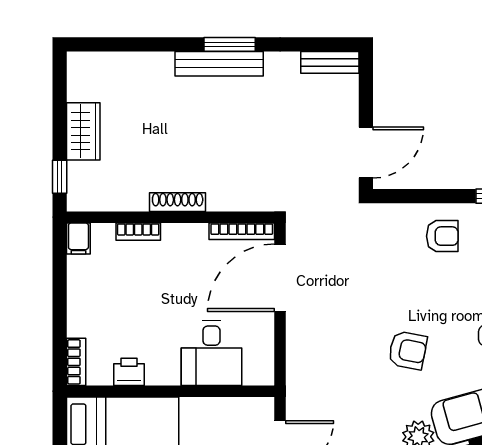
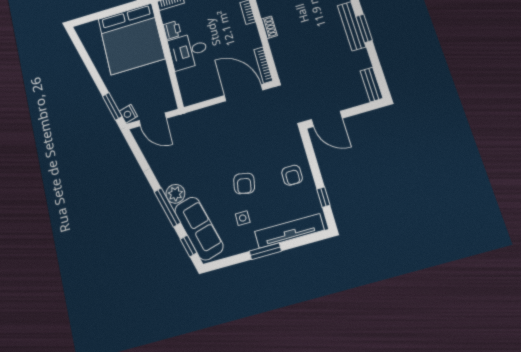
shoe rack: (178, 202) -> (269, 27), width x0.70
armchair: (408, 350) -> (244, 183), moved
desk: (211, 353) -> (188, 51), moved

